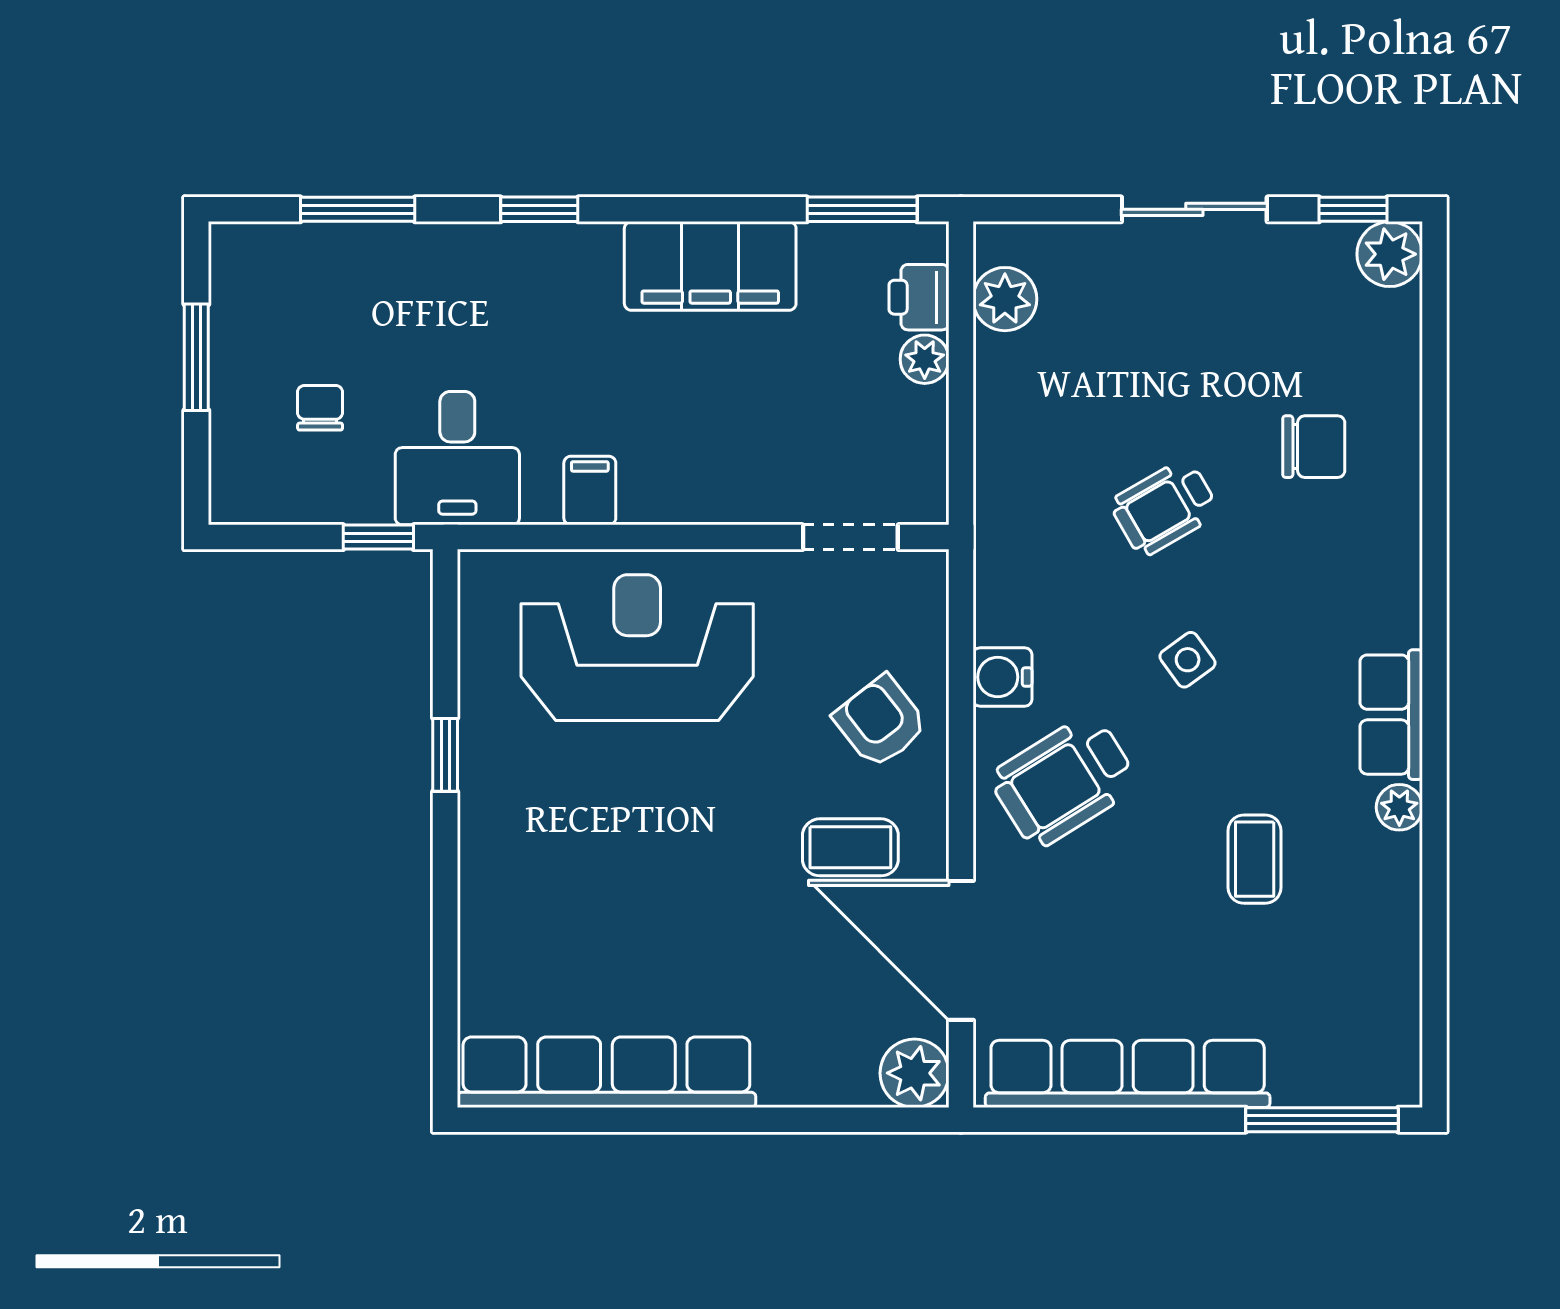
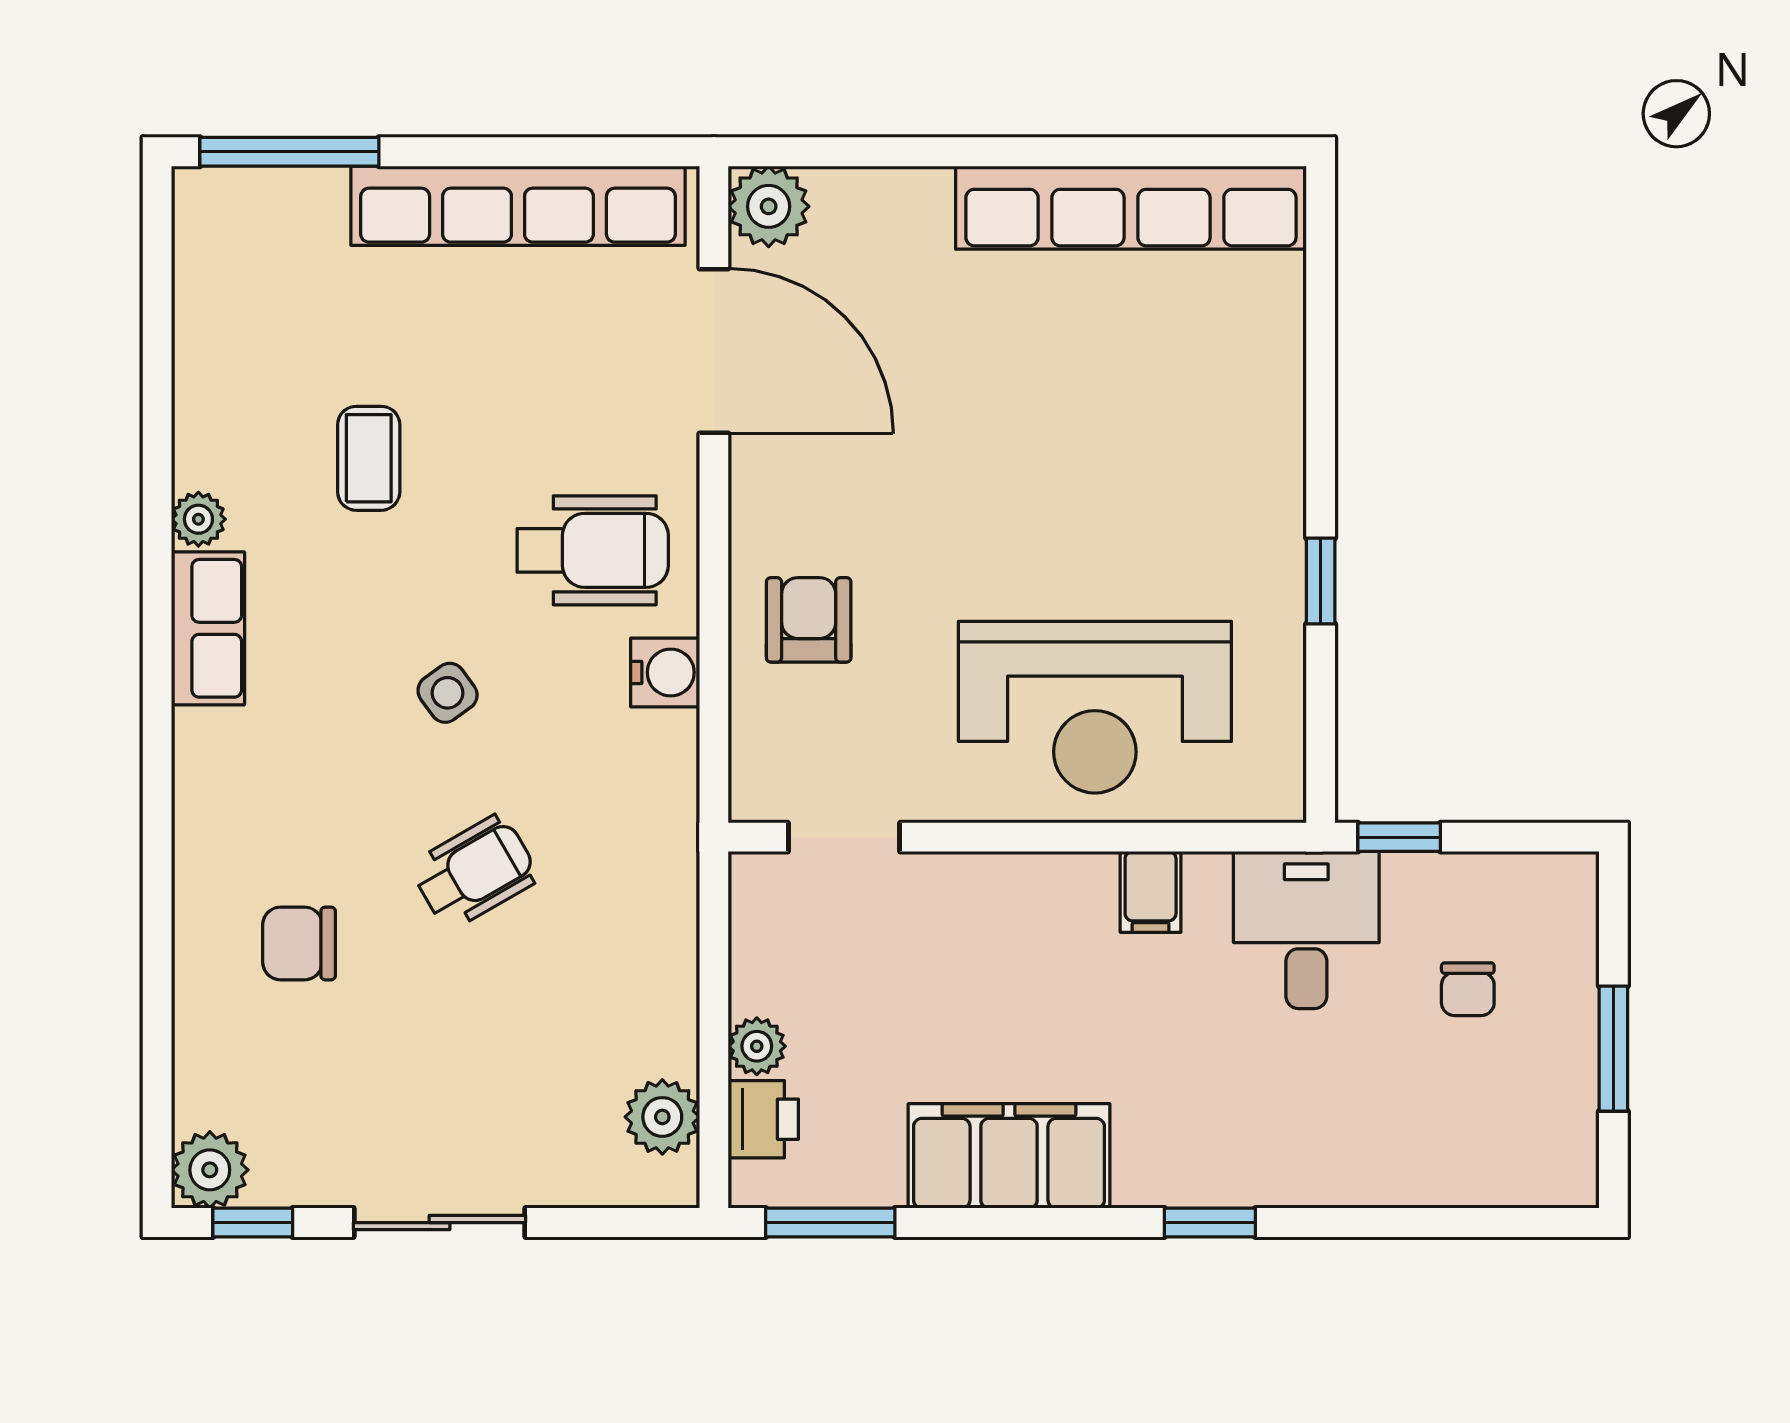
window: (358, 209) -> (1424, 1223), removed
armchair: (880, 722) -> (809, 620), turned -142
wheelchair: (1064, 781) -> (593, 550), turned 32
coffee table: (850, 847) -> (844, 472), removed

